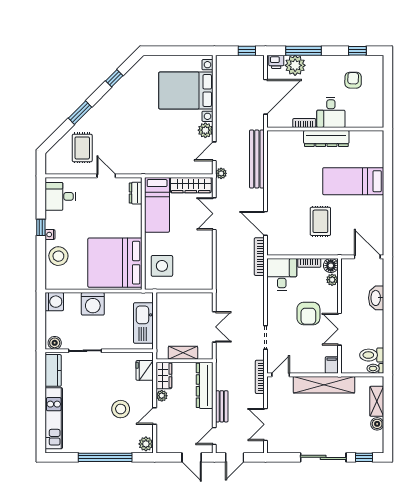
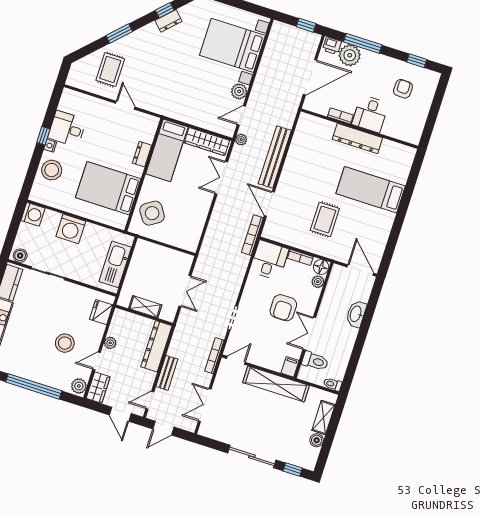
dresser: (121, 87) -> (168, 21), added
bench: (257, 159) -> (275, 157), moved
dresser: (136, 193) -> (142, 154), moved
desk: (60, 196) -> (67, 129), moved
bed: (115, 263) -> (108, 188), width x0.73
side table: (162, 266) -> (152, 213), turned -34
toilet: (372, 355) -> (315, 361), moved, turned 180
wardrobe: (164, 375) -> (98, 388), moved

